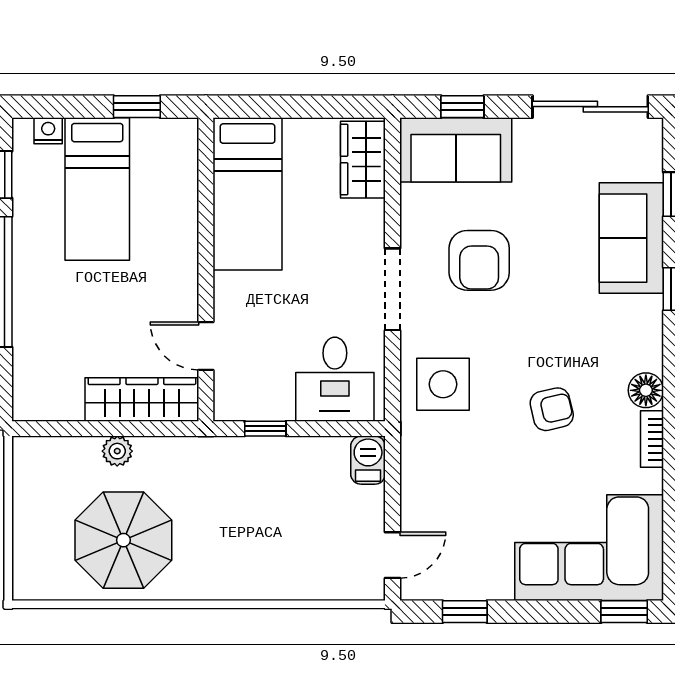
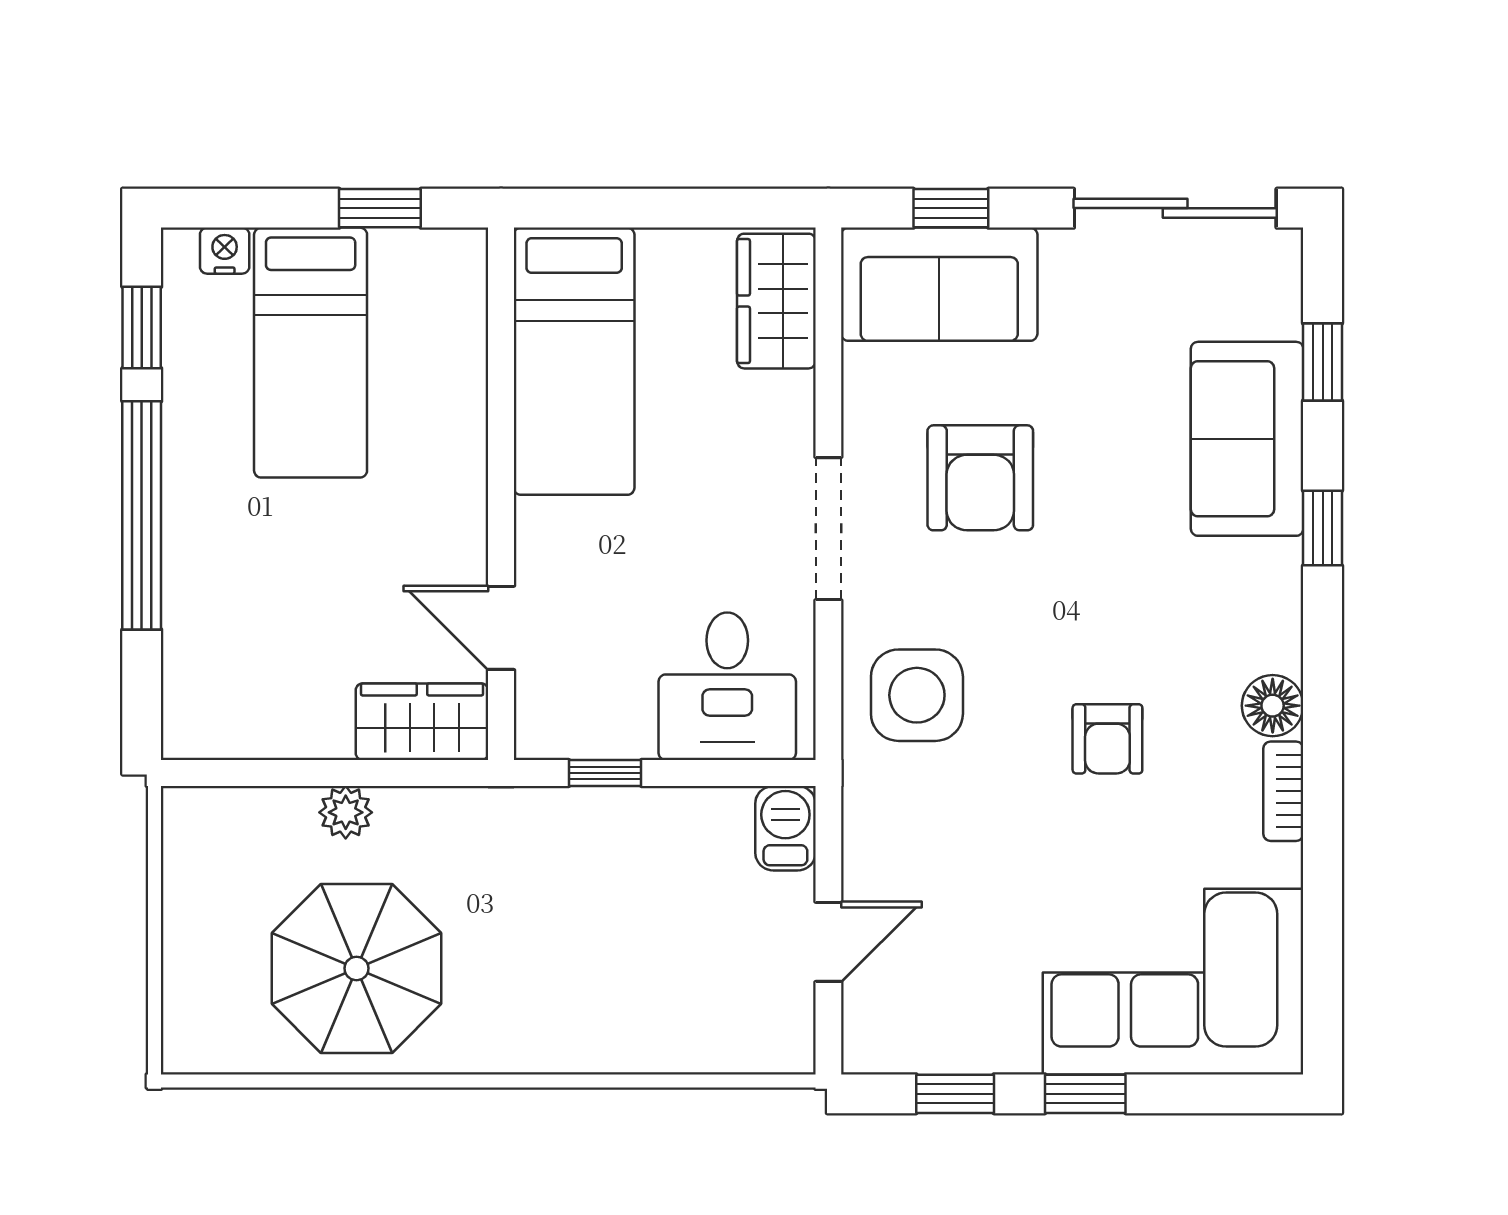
wardrobe: (142, 399) -> (422, 722), width x0.67
armchair: (552, 409) -> (1107, 739), turned 103
door: (393, 555) -> (828, 942), moved
window: (624, 612) -> (1085, 1094), moved

